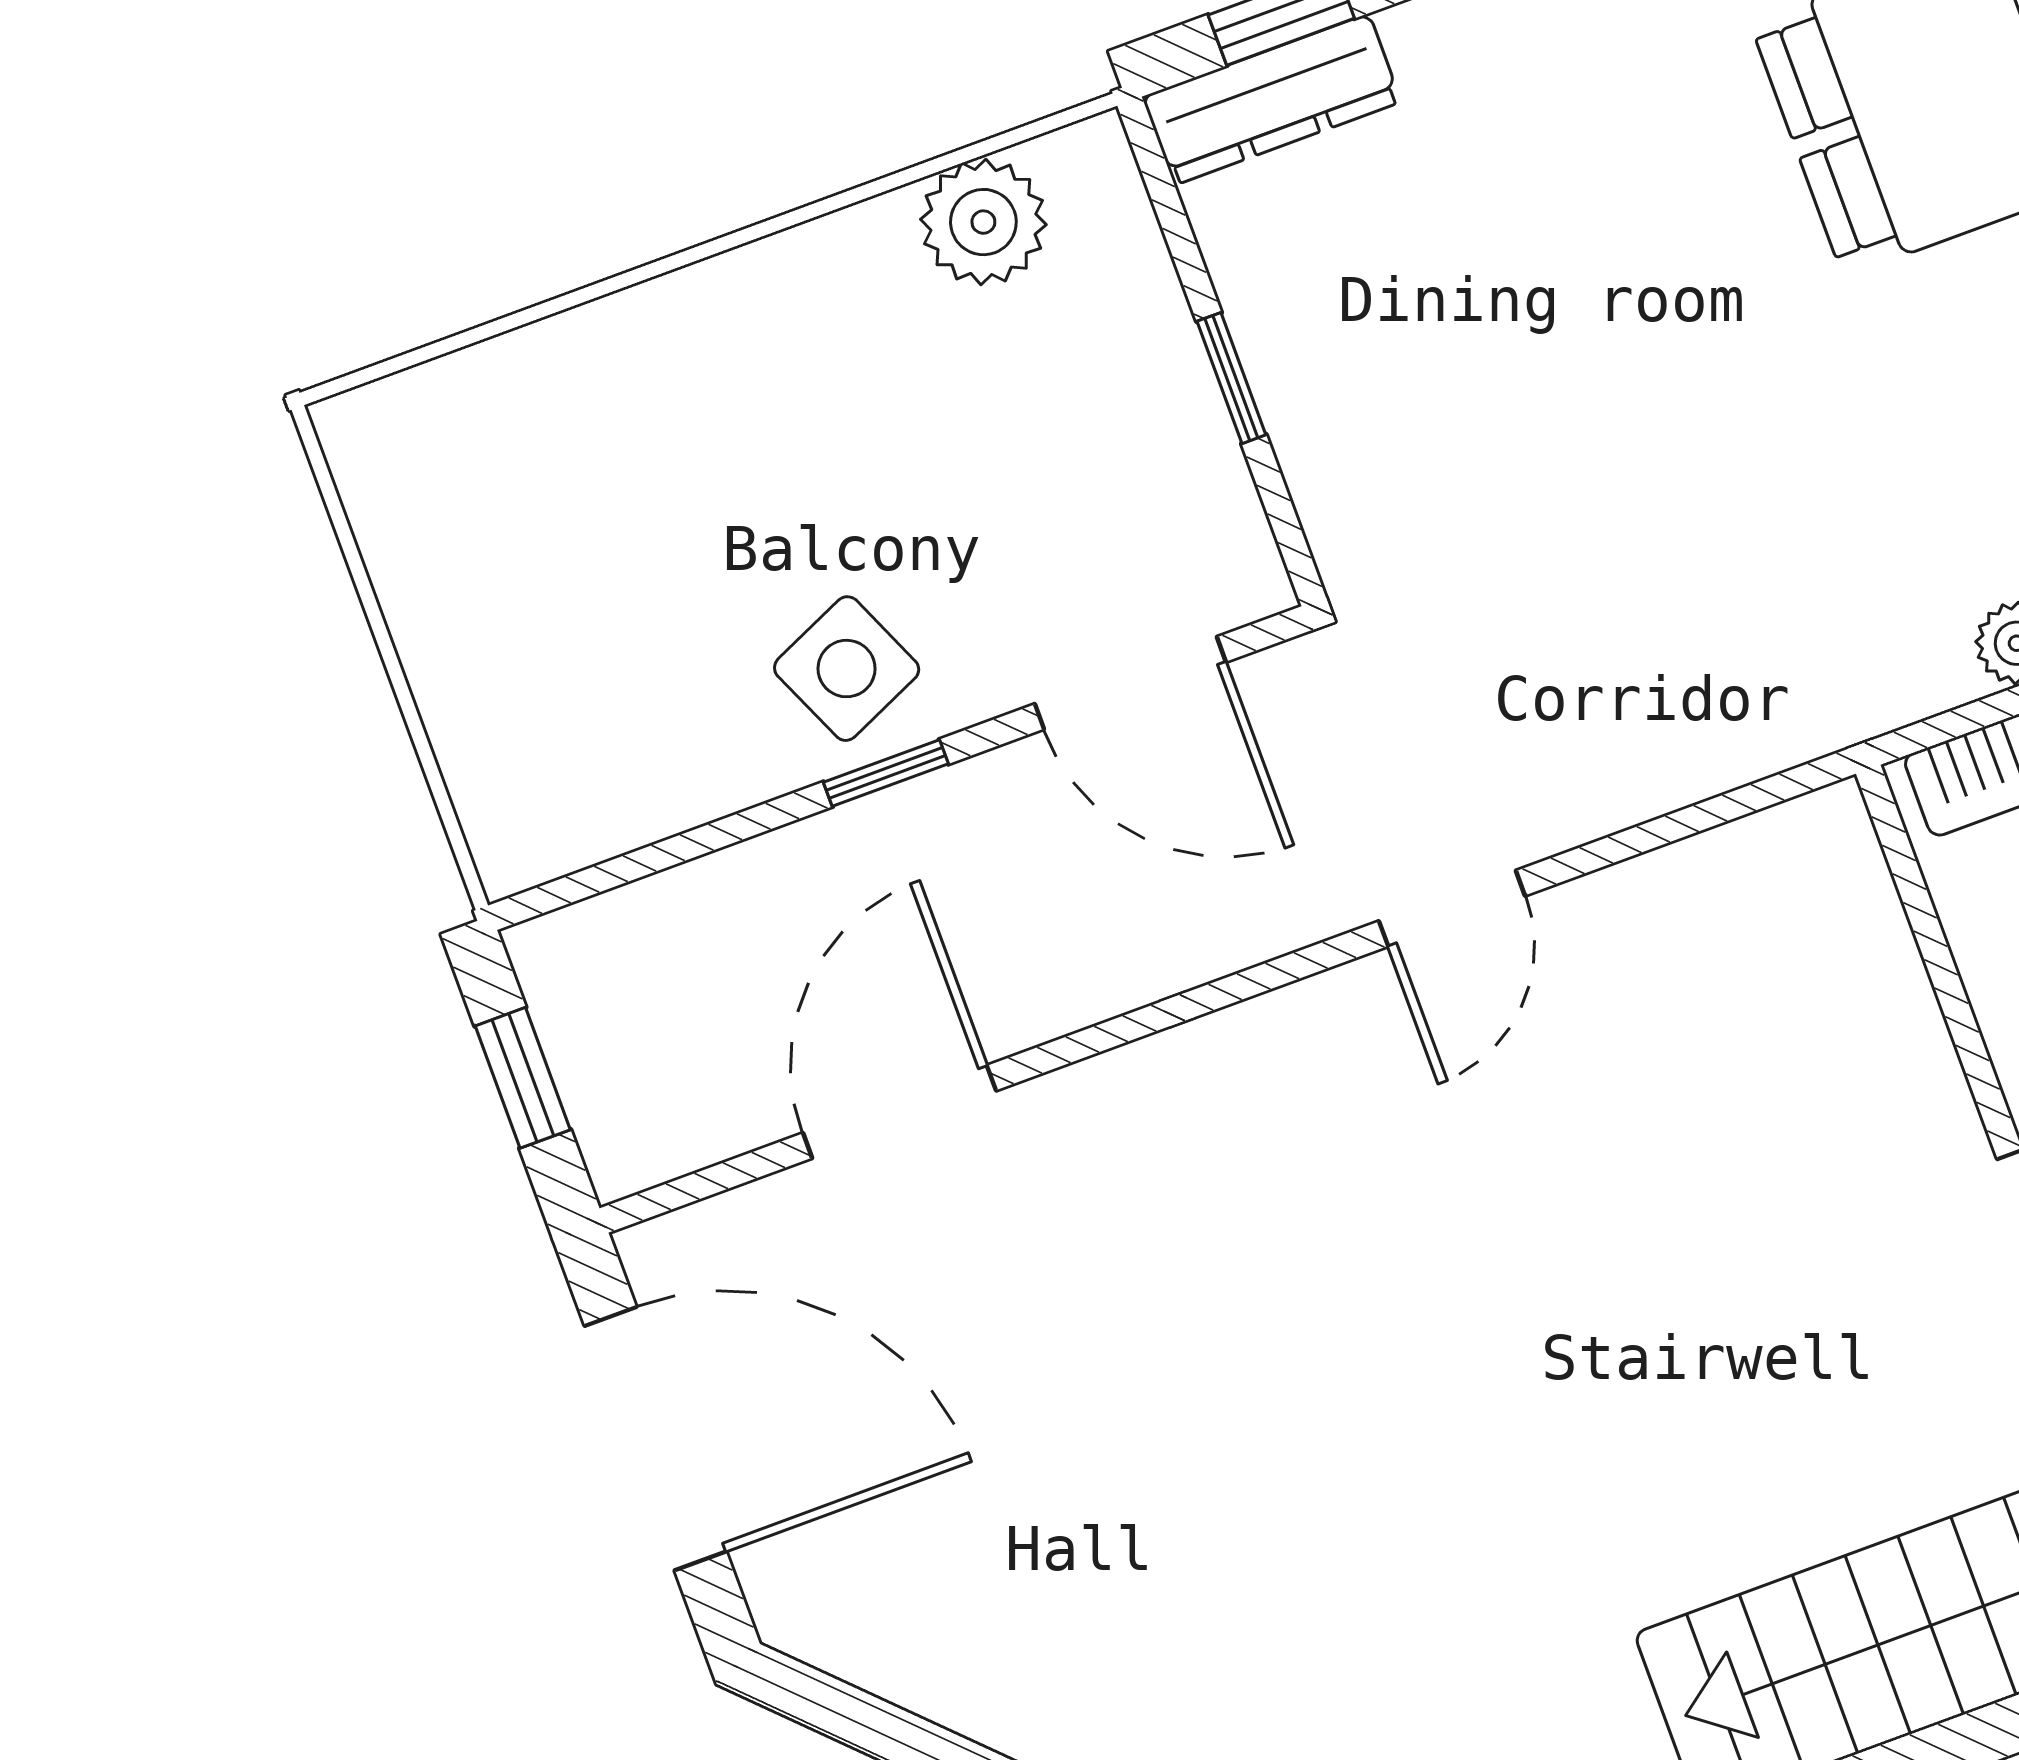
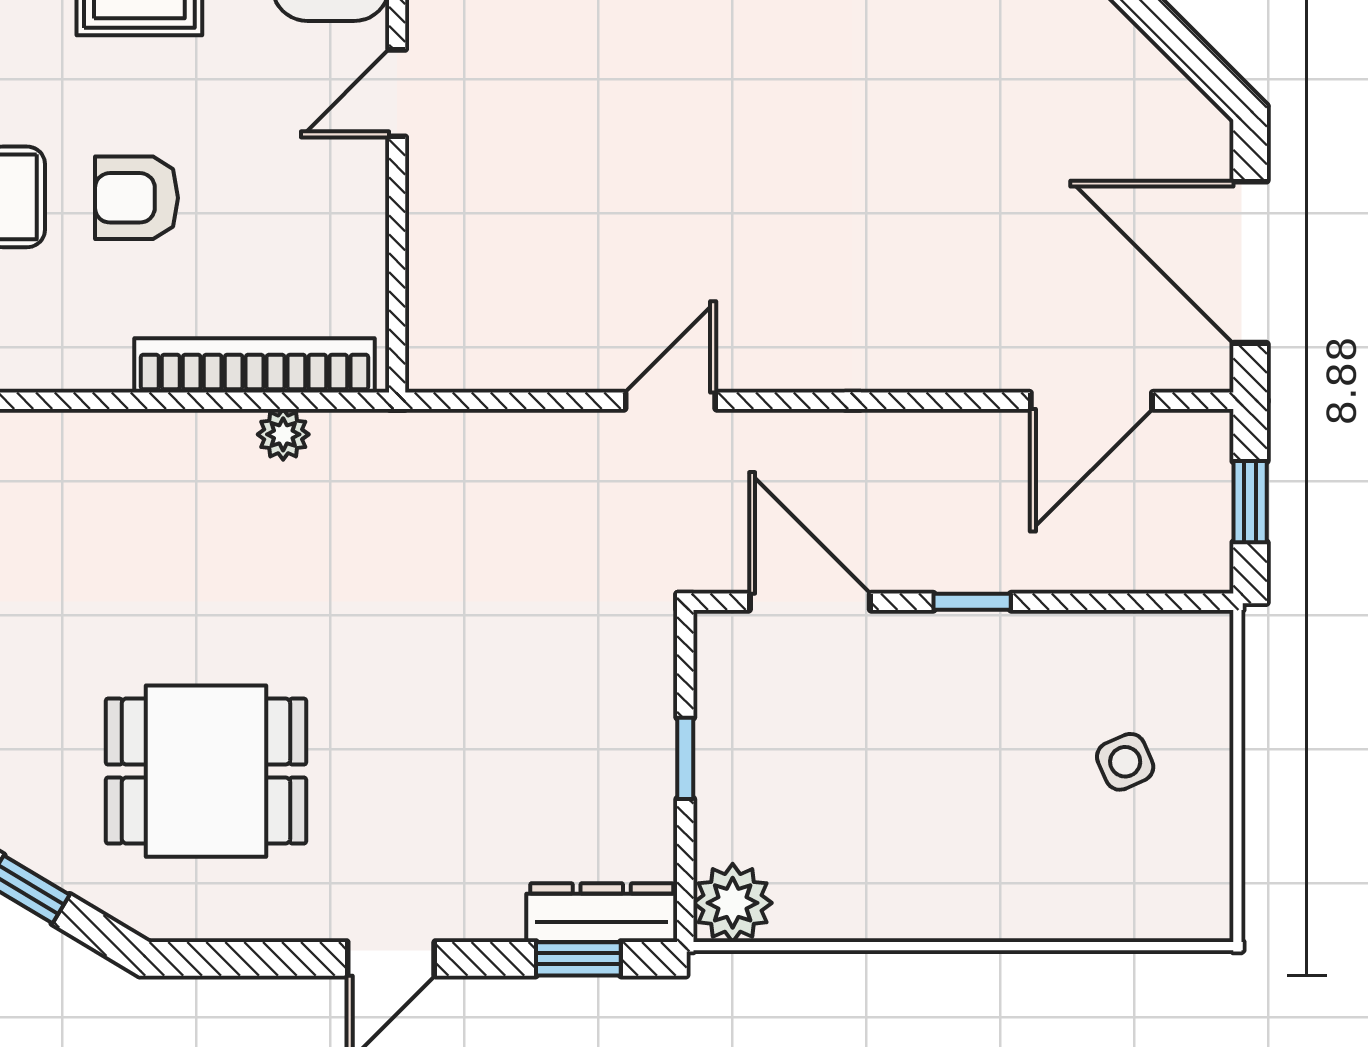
plant: (983, 222) -> (733, 903), moved
side table: (847, 669) -> (1125, 762), moved, width x0.73, depth x0.73
door: (900, 1112) -> (1091, 401), moved

